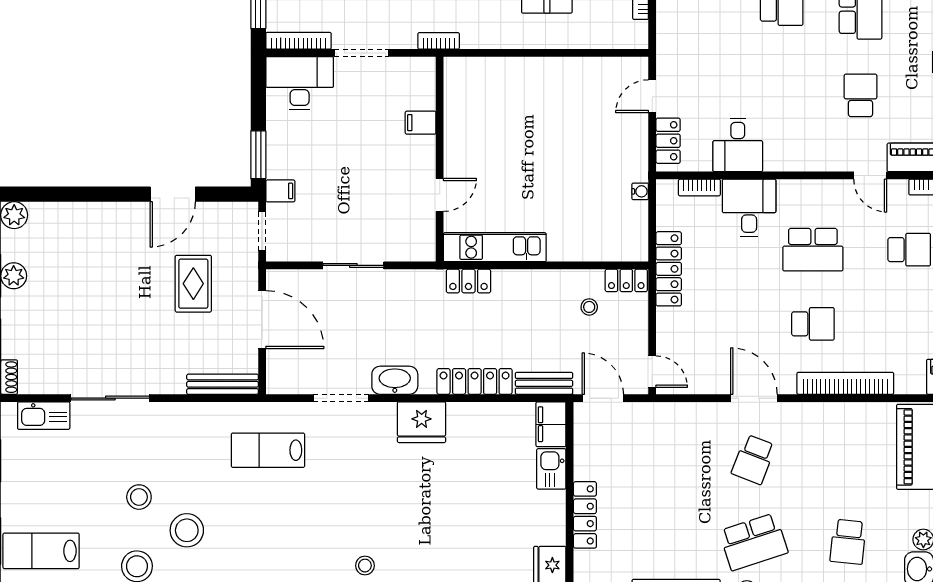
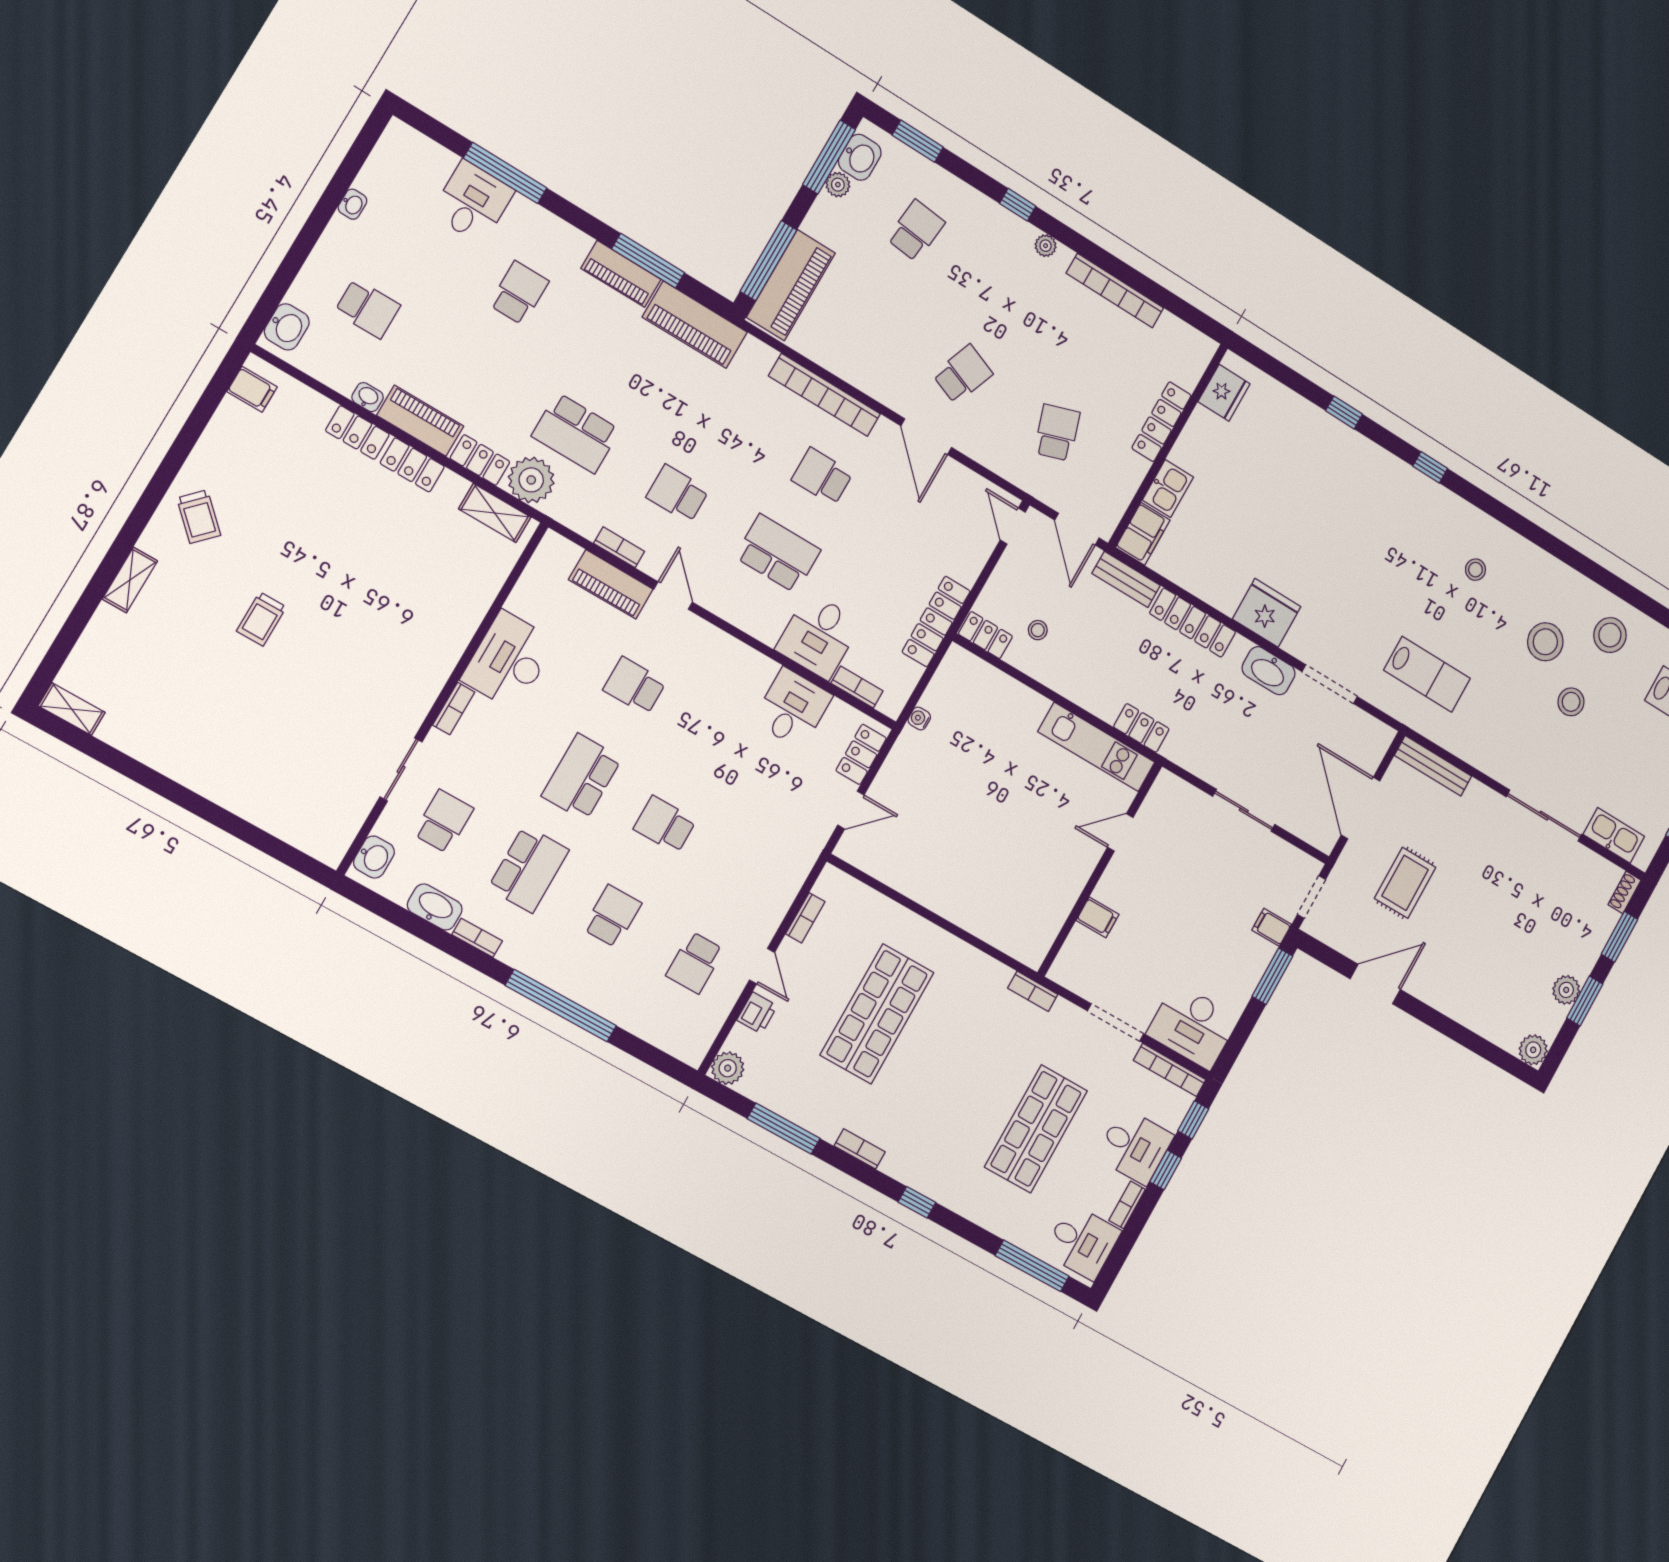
school desk: (860, 95) -> (635, 686), turned 90
school desk: (754, 542) -> (1057, 433), moved, width x0.54
stool: (365, 566) -> (1475, 570), moved

